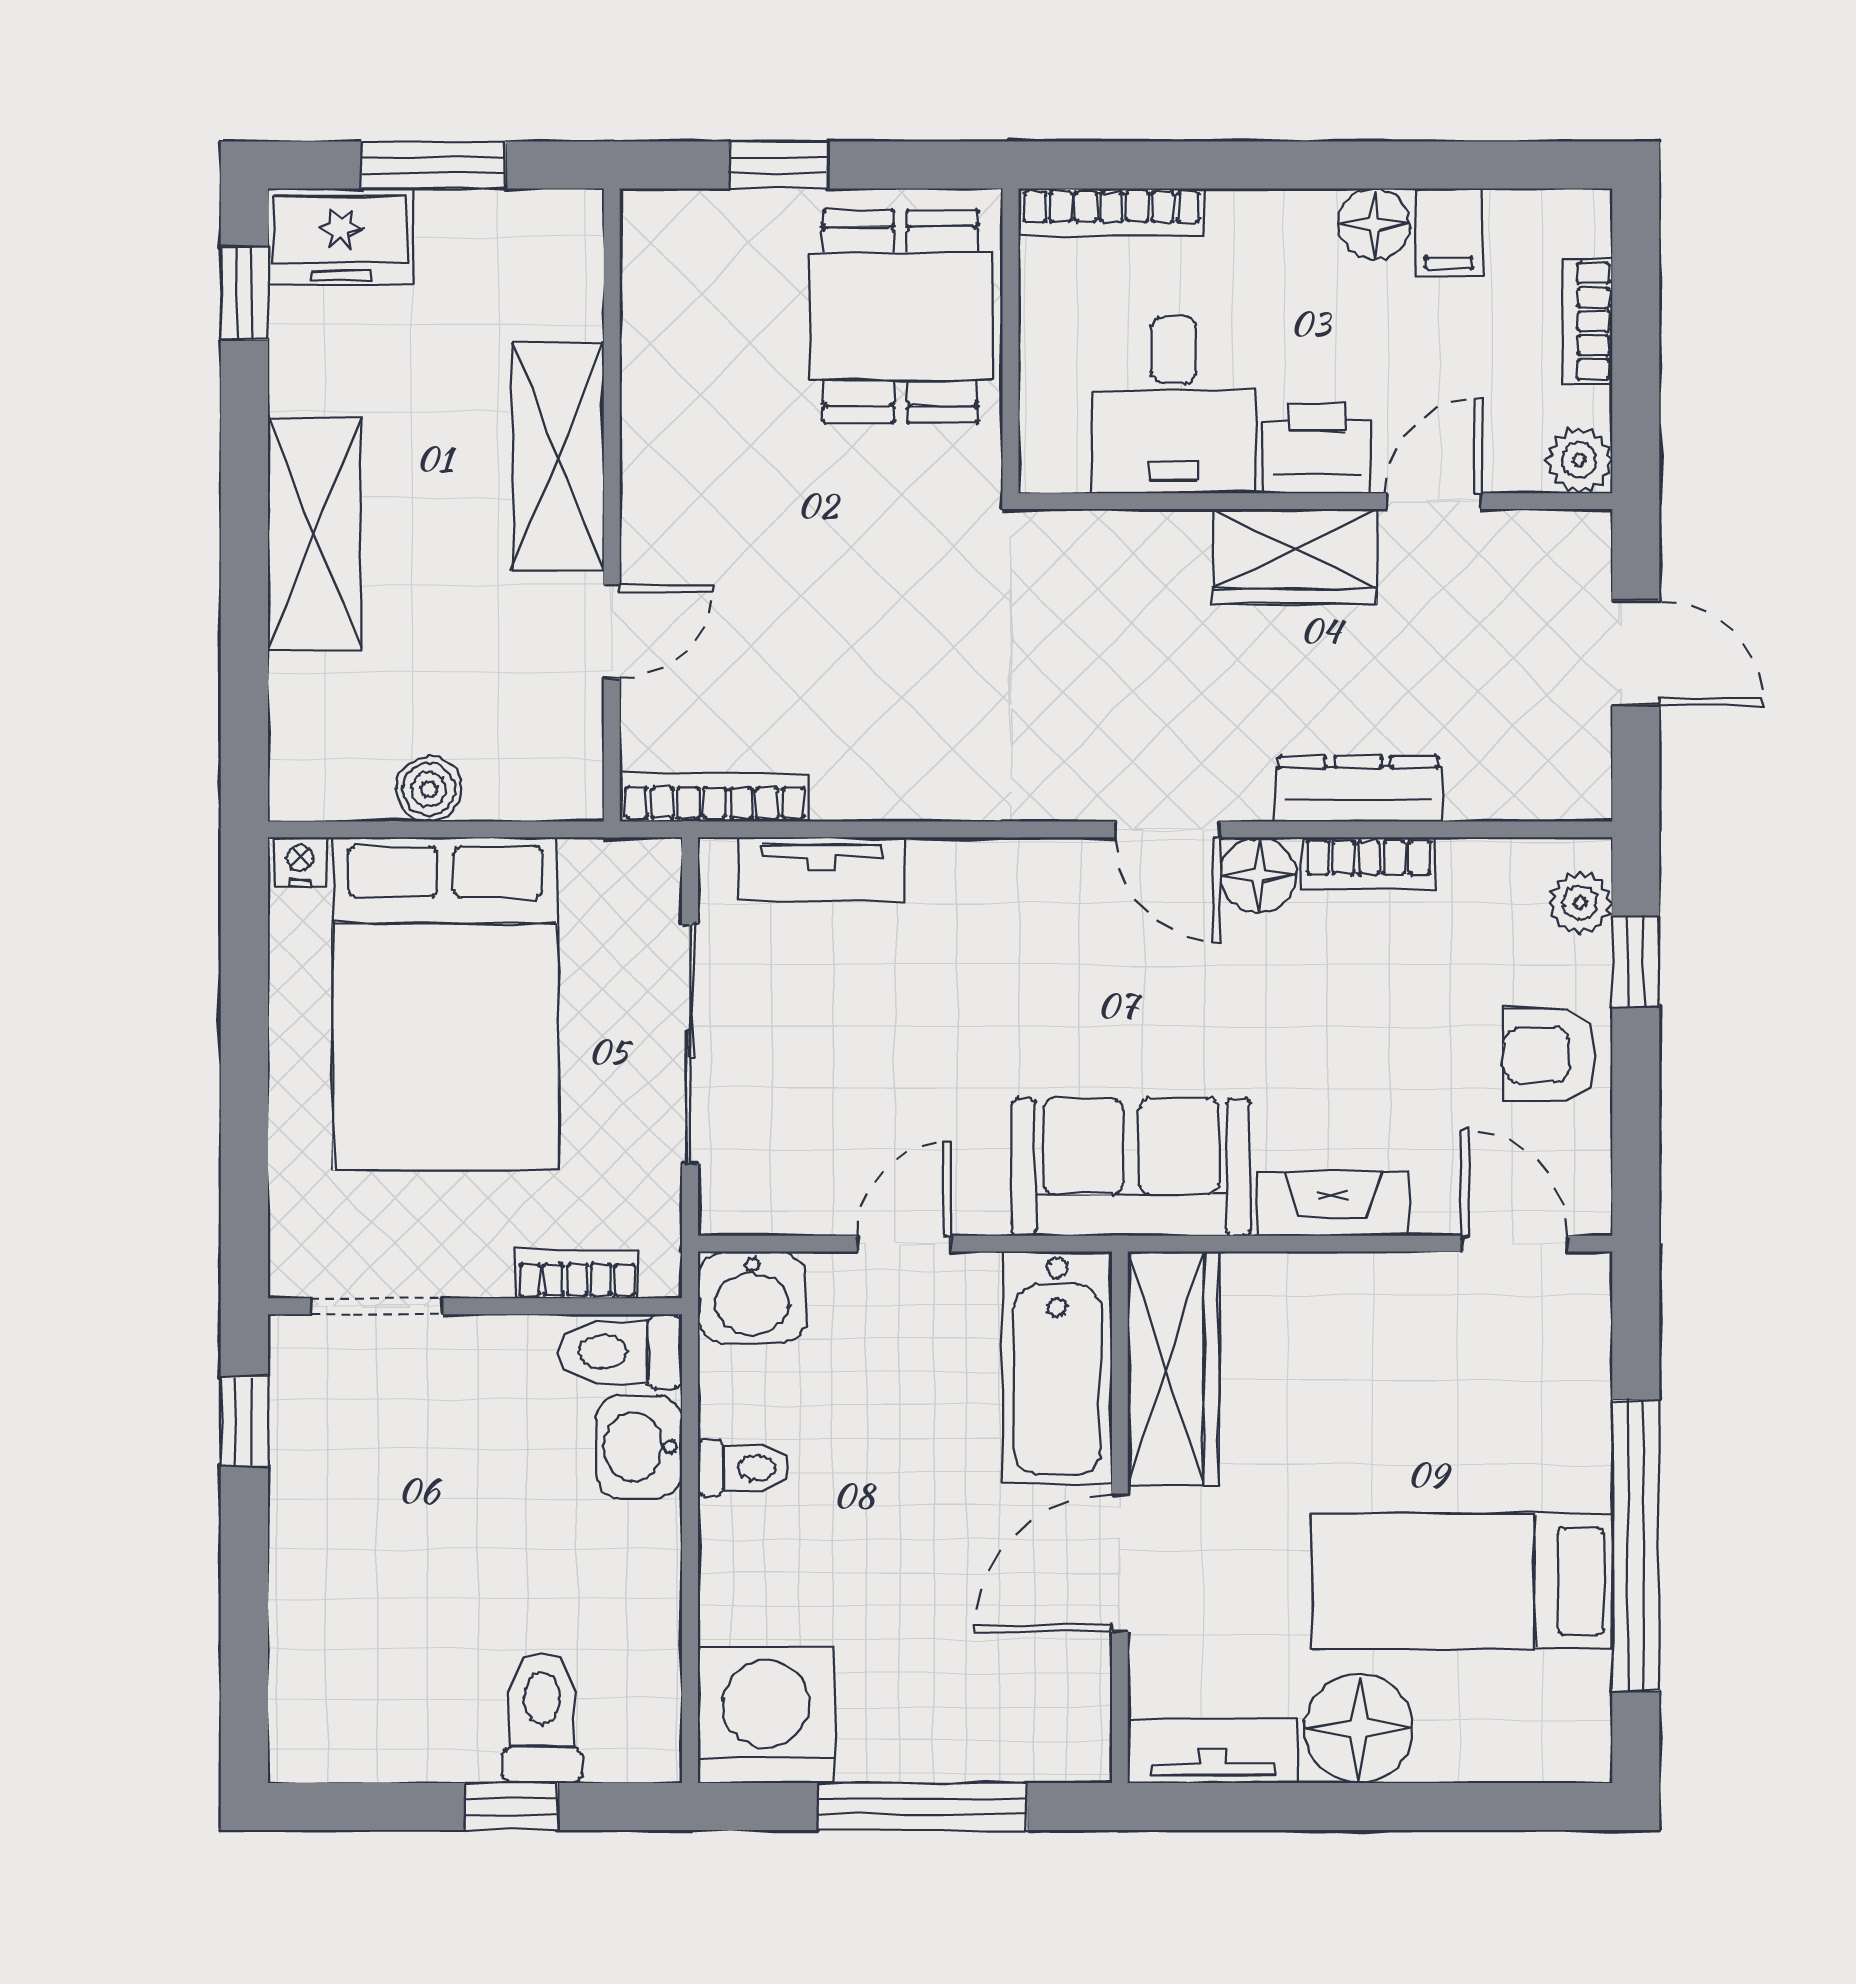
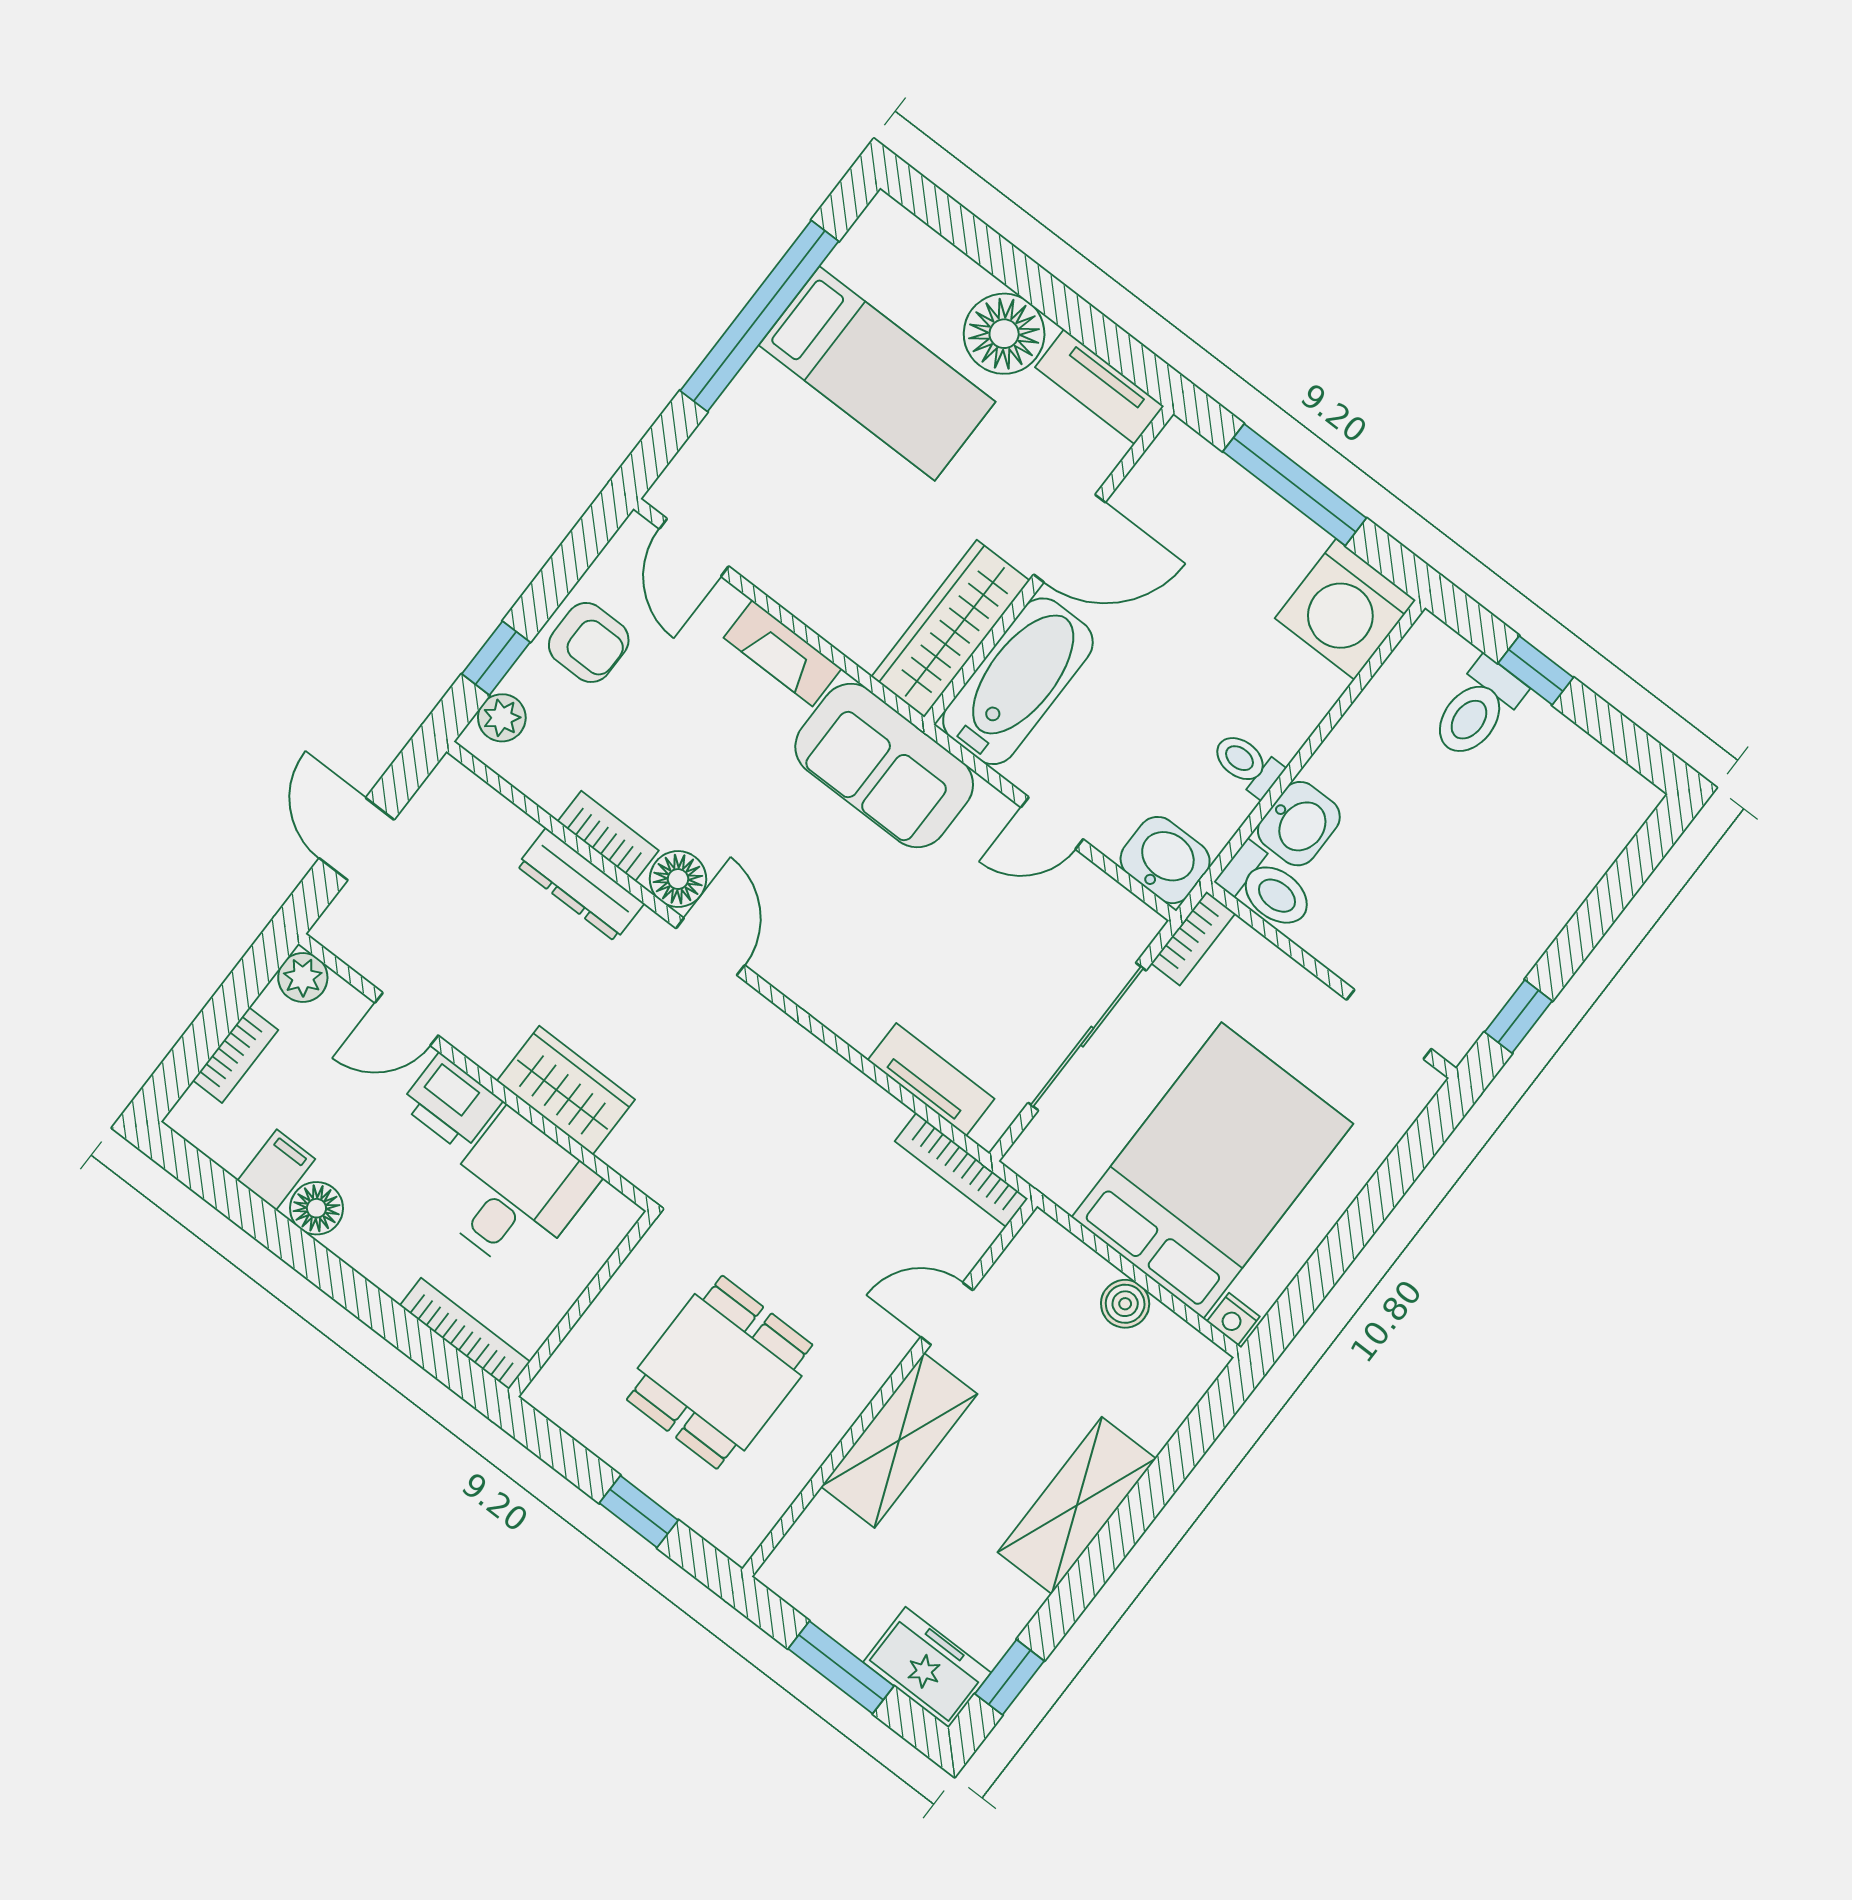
dining table: (901, 316) -> (720, 1372), moved
wardrobe: (1295, 556) -> (566, 1090), moved
bookcase: (577, 1274) -> (1193, 938), moved, turned -90

